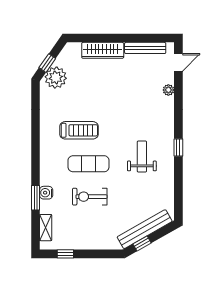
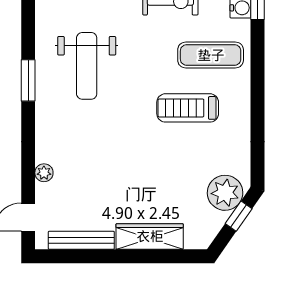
window: (178, 148) -> (28, 80), width x1.50
weight bench: (142, 157) -> (87, 66), width x1.36, depth x1.33
exercise mat: (89, 164) -> (211, 55), moved

